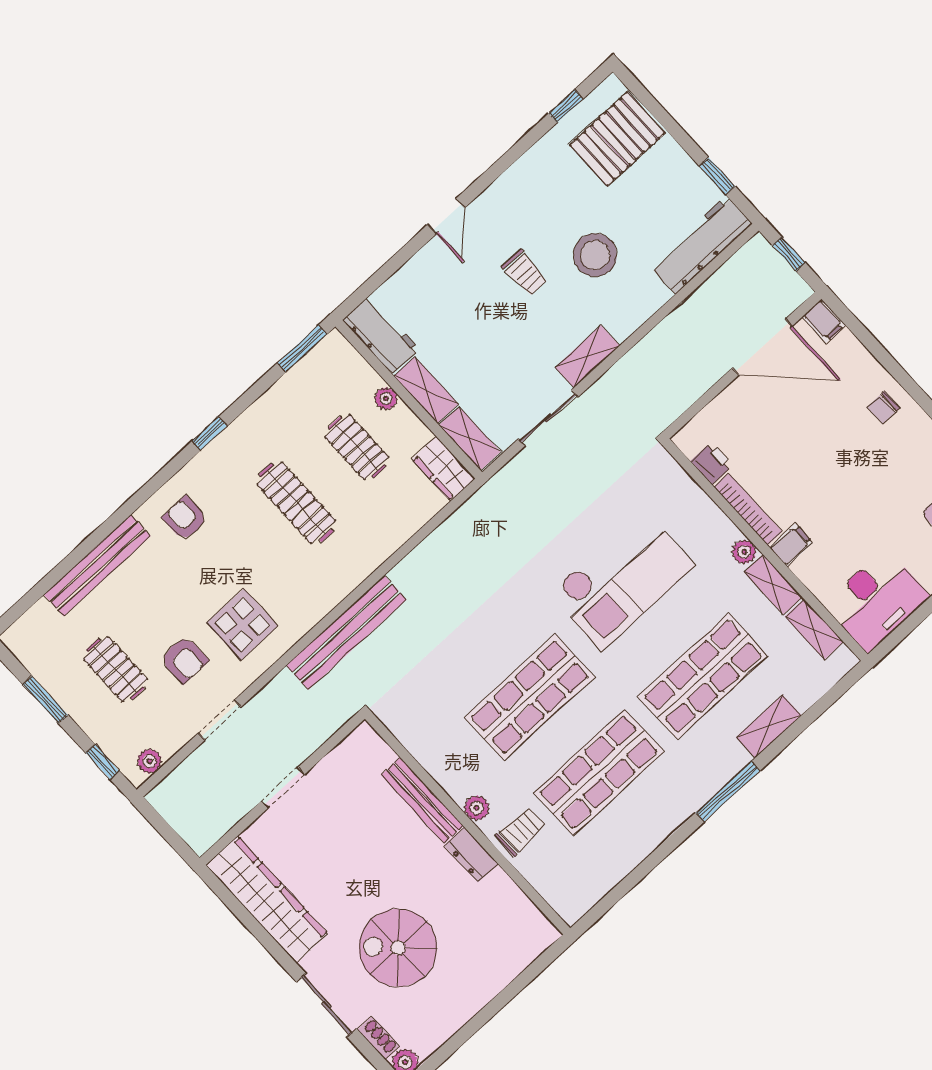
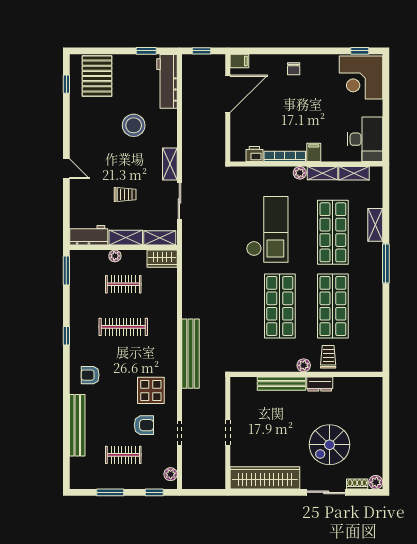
trolley: (525, 273) -> (125, 195), moved

